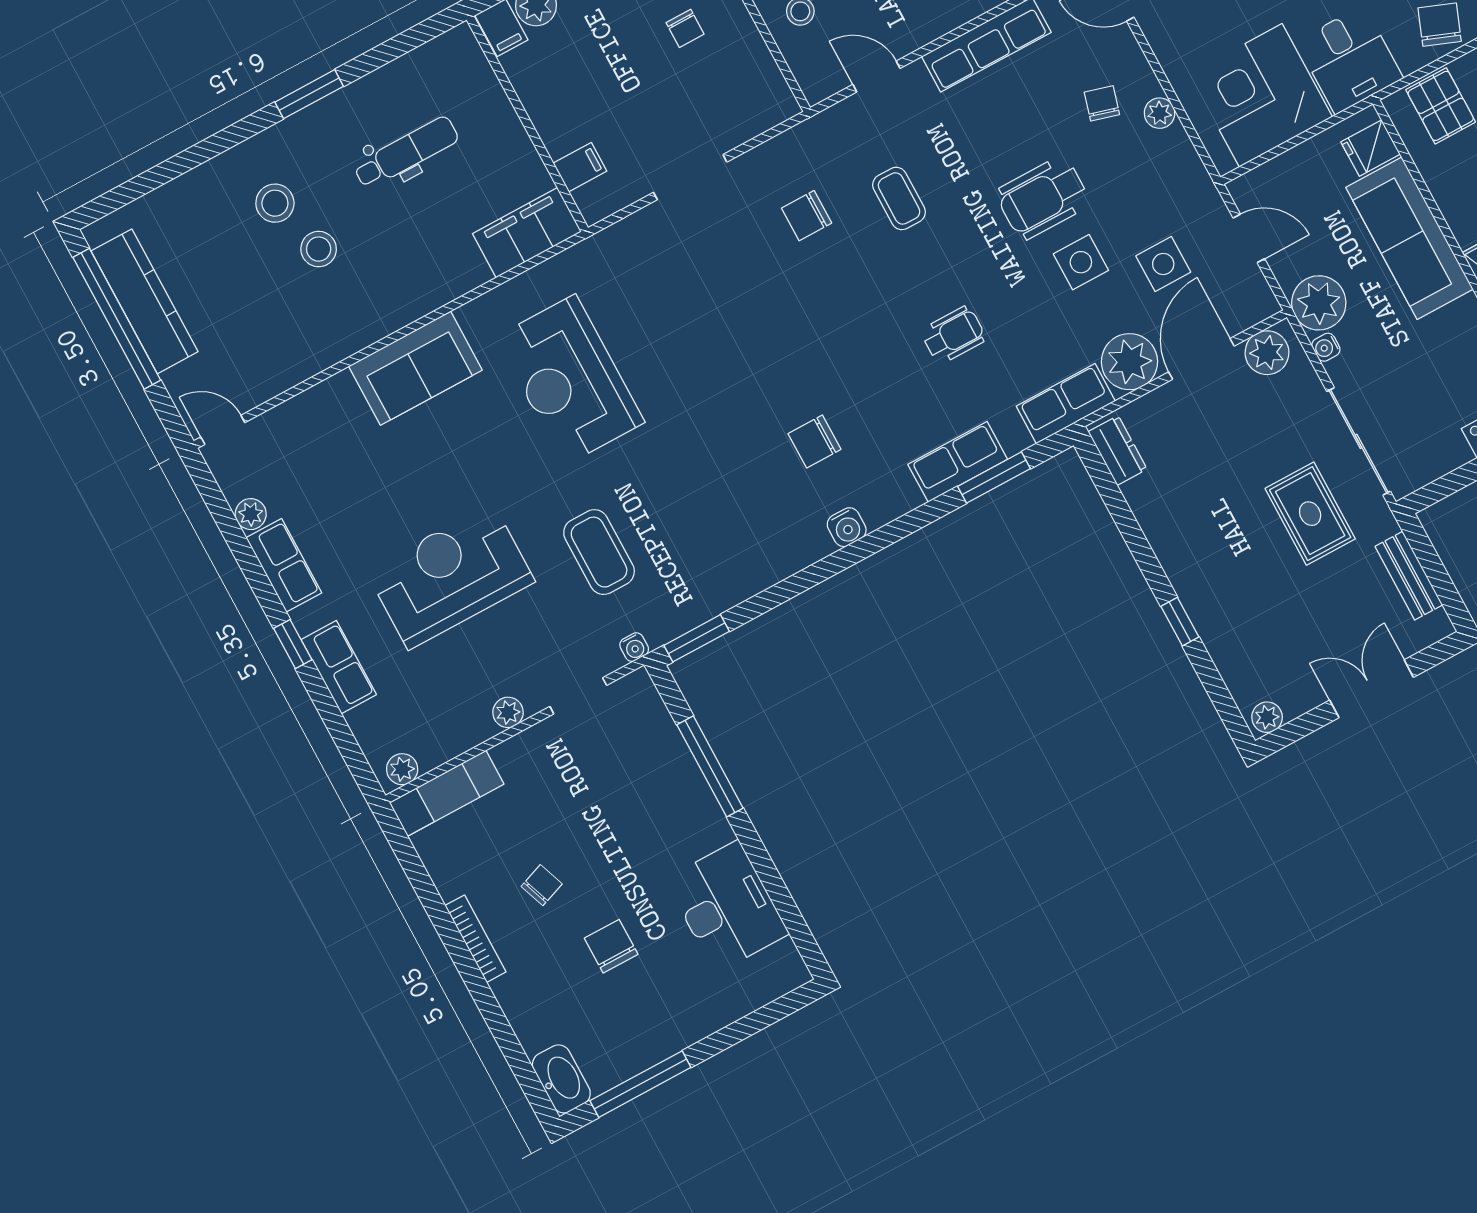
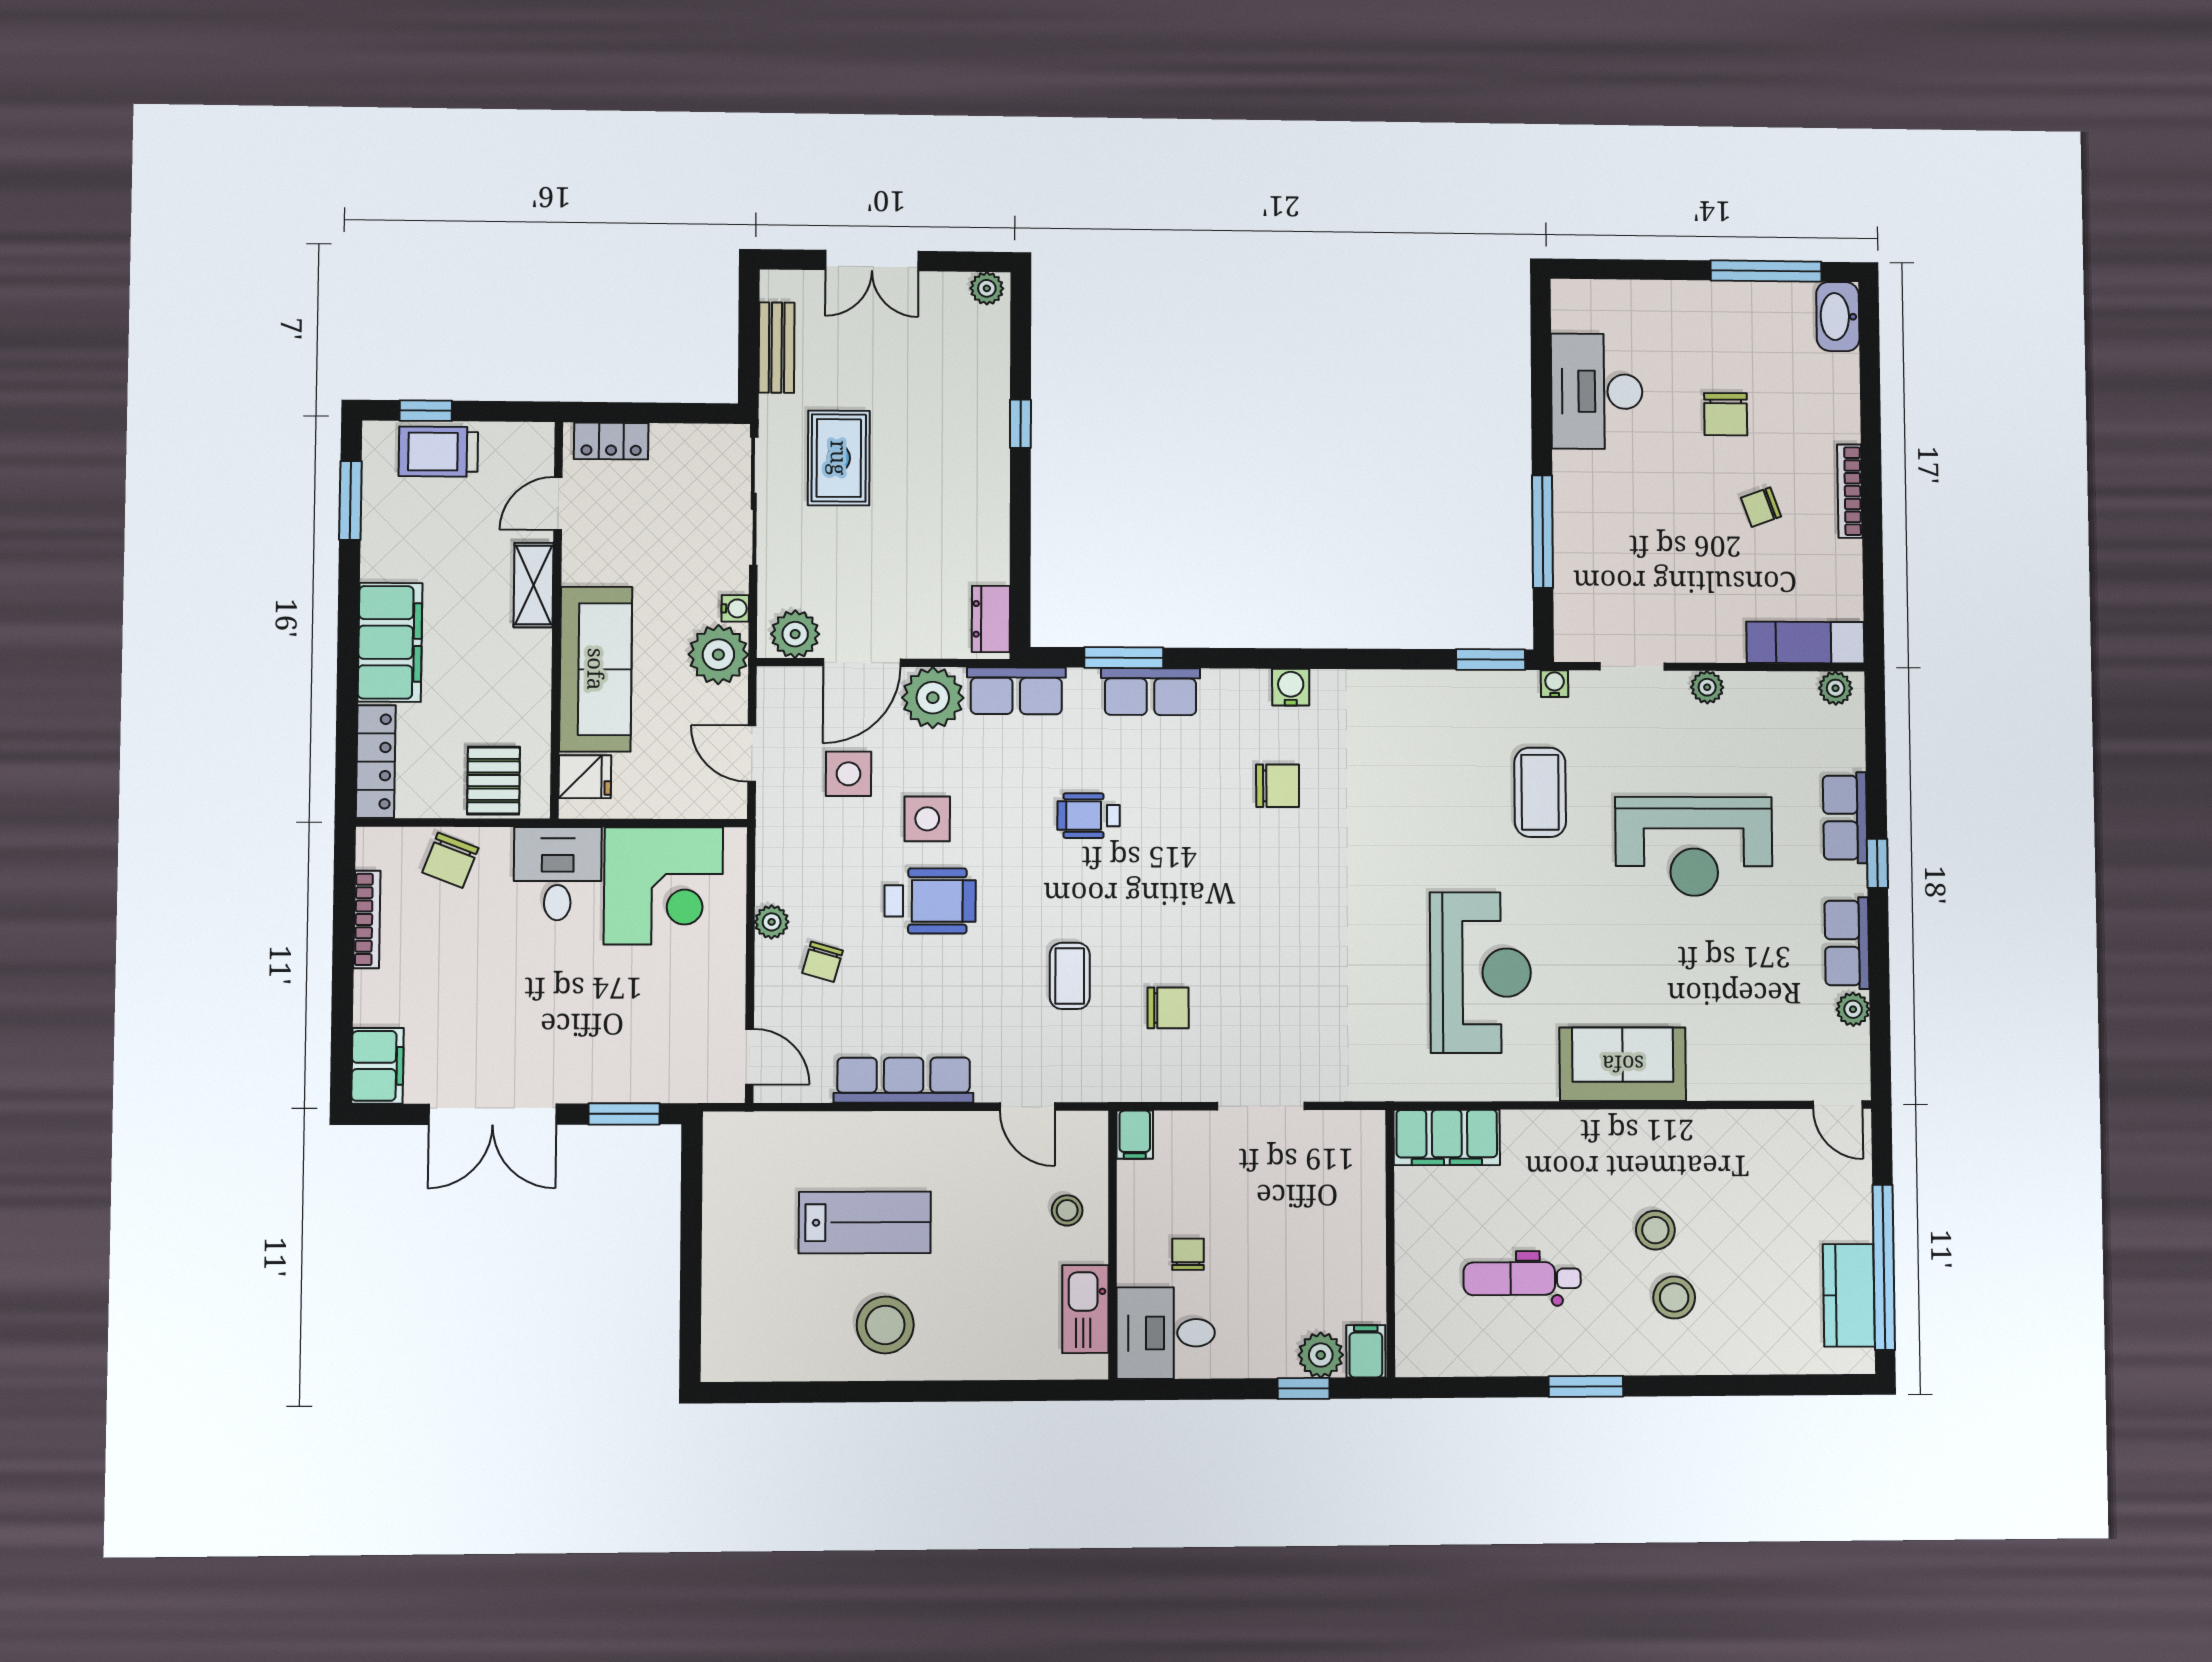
filing cabinet: (580, 167) -> (1135, 1135), moved, turned -90
kitchen counter: (145, 301) -> (1849, 1295), width x0.67

